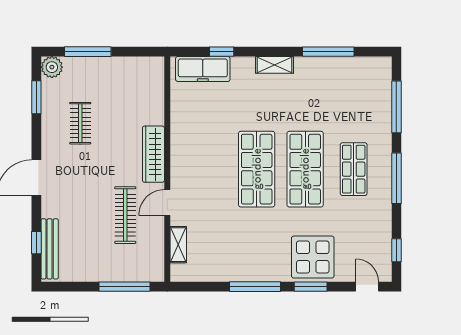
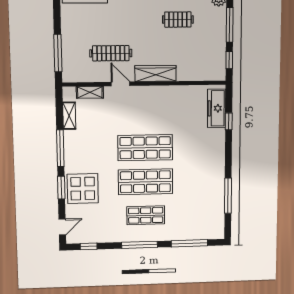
window: (136, 52) -> (229, 60), added
shelving: (275, 65) -> (69, 116), moved

